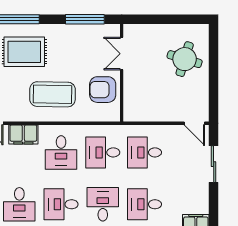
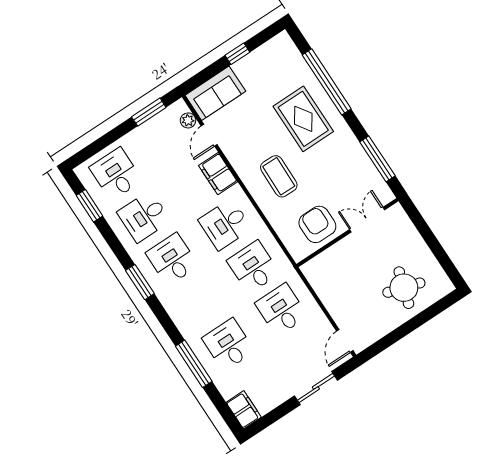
coffee table: (52, 94) -> (279, 176), width x0.73, depth x0.76
desk: (103, 204) -> (200, 302), removed

